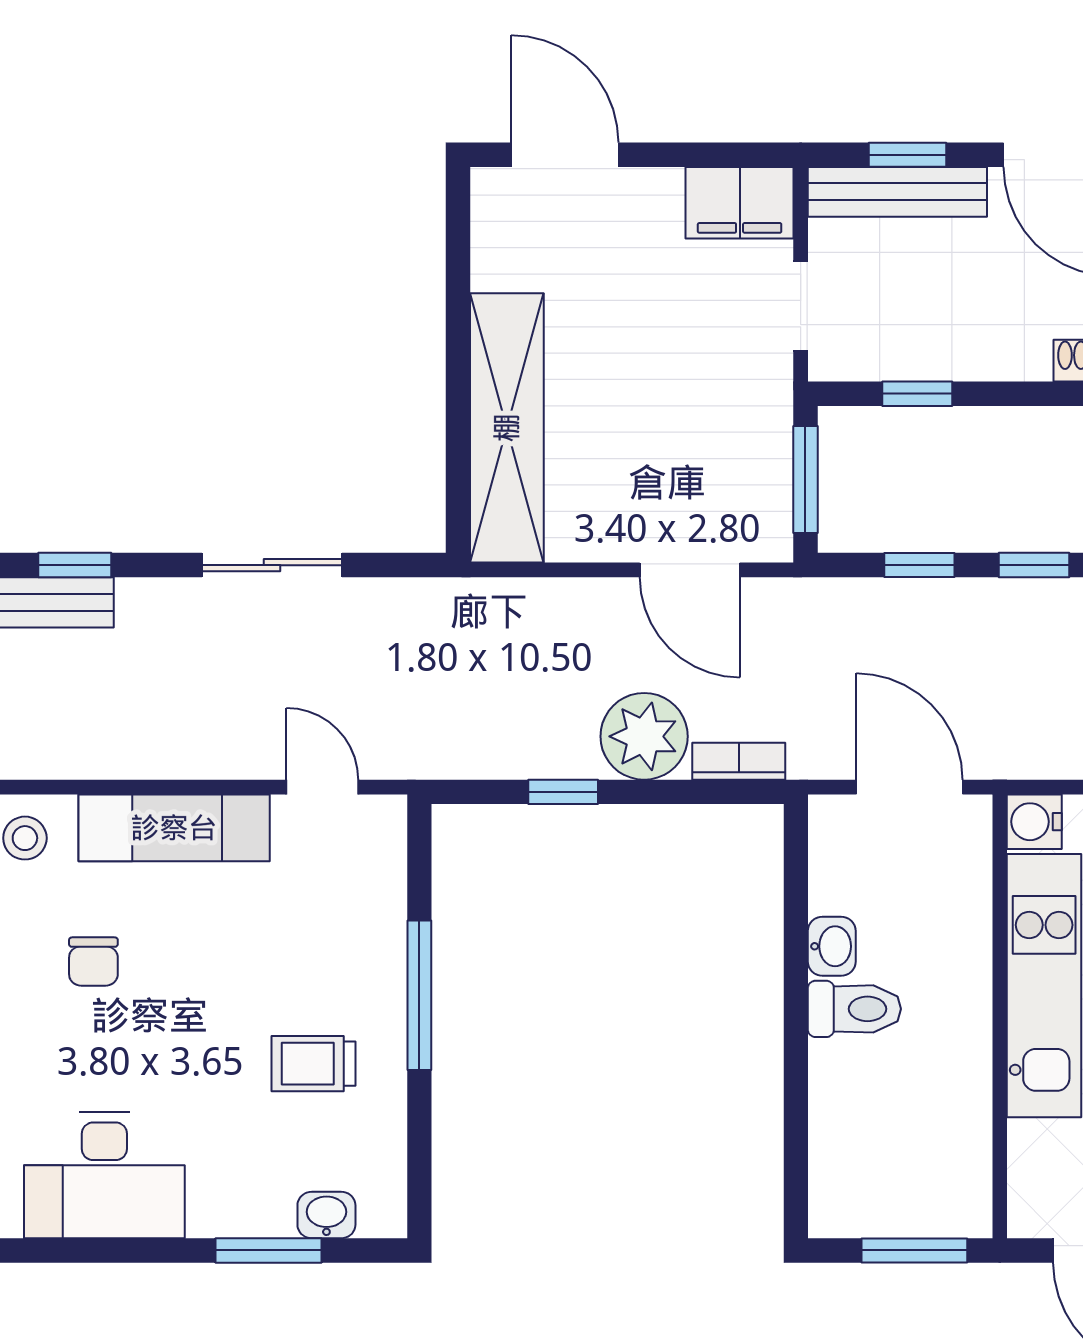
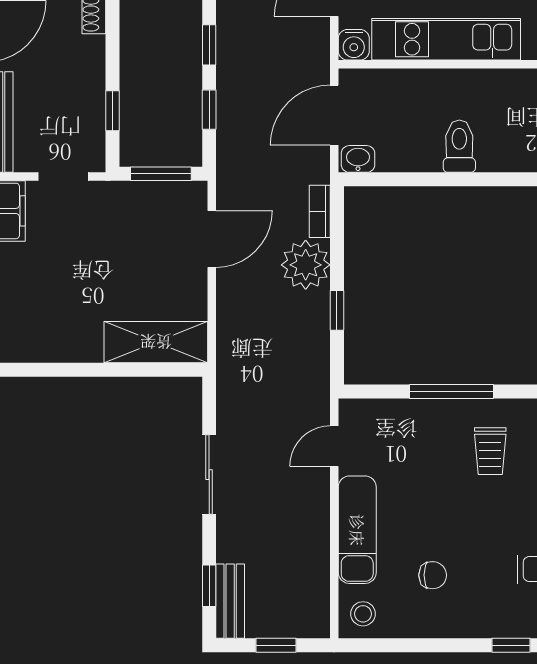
shelving: (507, 428) -> (156, 342), width x0.68
washbasin: (832, 946) -> (358, 159), moved

